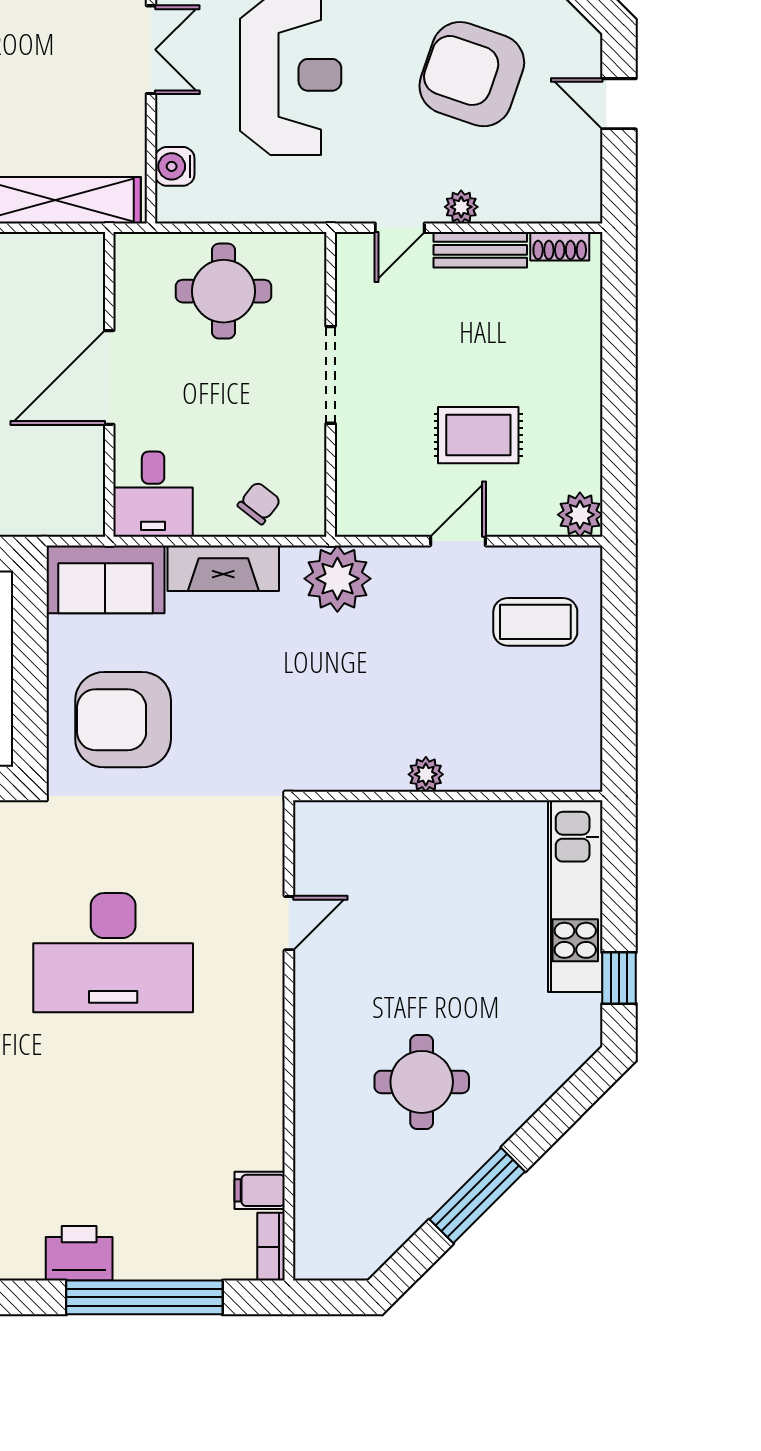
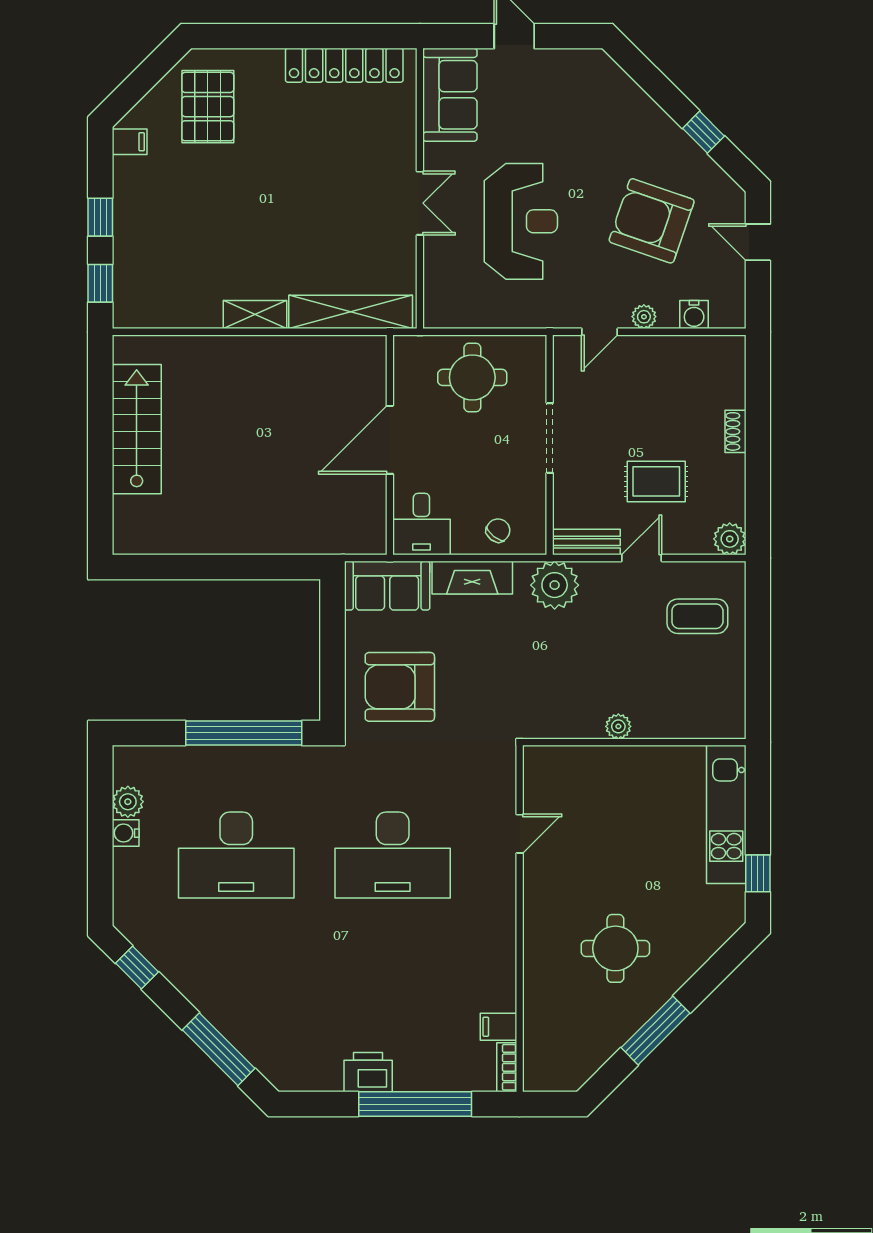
water cooler: (175, 166) -> (694, 315), moved, turned -90
shoe rack: (560, 246) -> (735, 431), moved, turned 90
bench: (480, 250) -> (586, 542), moved

